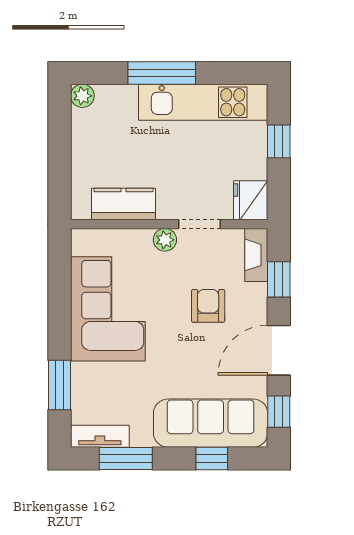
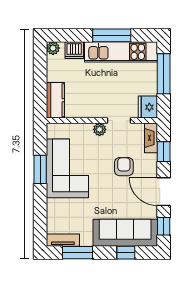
window: (162, 73) -> (112, 35), moved
dishwasher: (120, 99) -> (74, 50), added
window: (279, 141) -> (164, 74), width x2.17
kitchen counter: (123, 204) -> (55, 100), moved, turned 90
door: (279, 350) -> (164, 192), hinge flipped
window: (60, 385) -> (40, 169), moved

